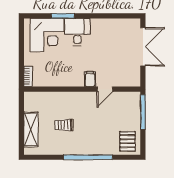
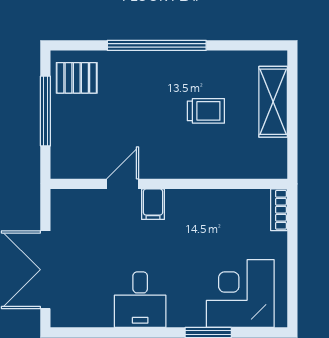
desk: (77, 32) -> (140, 300), moved
window: (143, 112) -> (45, 111), moved
pallet: (128, 141) -> (77, 78), turned 90

